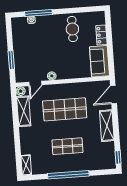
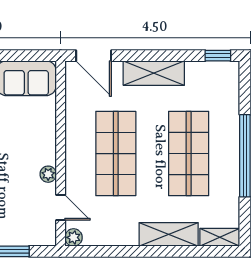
shelving: (24, 111) -> (169, 234), moved
shop shelf: (67, 146) -> (189, 154), width x1.43, depth x1.36

